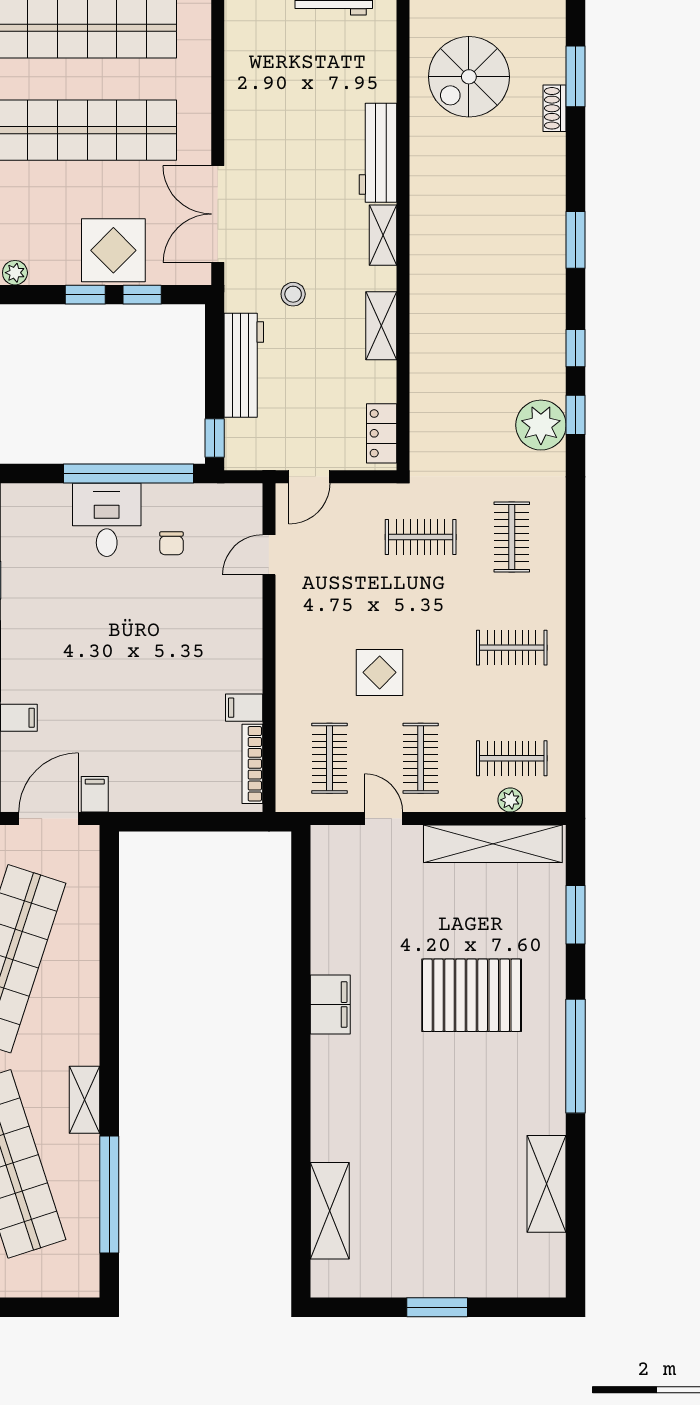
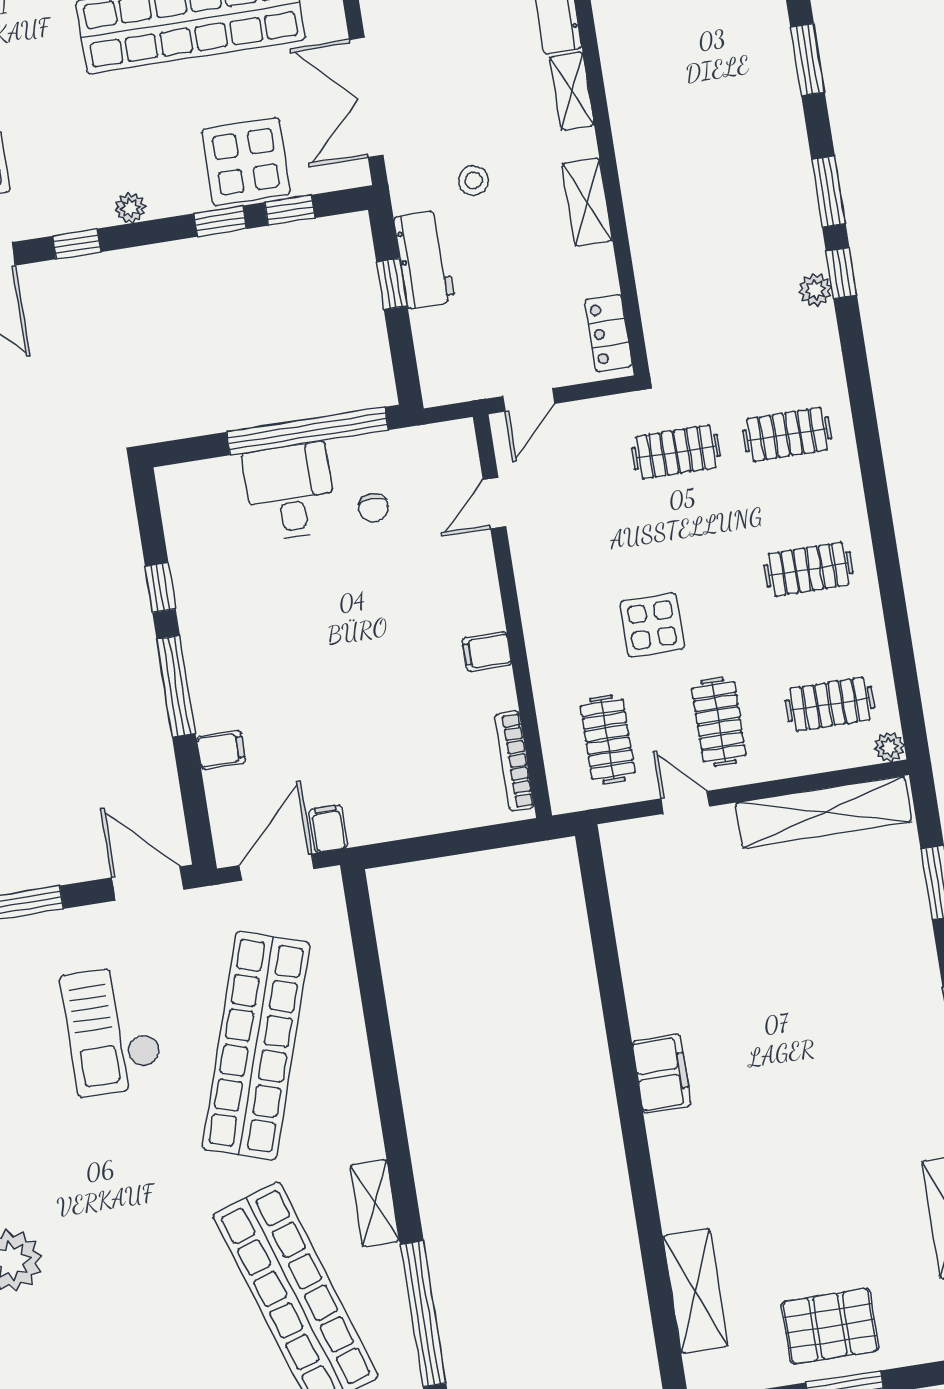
window: (576, 348) -> (828, 192), width x1.50
workbench: (244, 365) -> (424, 259), width x0.73
plant: (541, 425) -> (815, 290), width x0.53, depth x0.53
window: (215, 438) -> (392, 284), moved
clothes rail: (512, 537) -> (787, 434), turned 90
filing cabinet: (244, 708) -> (487, 651), moved
plant: (510, 800) -> (889, 747), moved
pallet: (472, 995) -> (830, 1326), moved, width x0.73, depth x0.71
filing cabinet: (330, 1005) -> (661, 1074), moved

